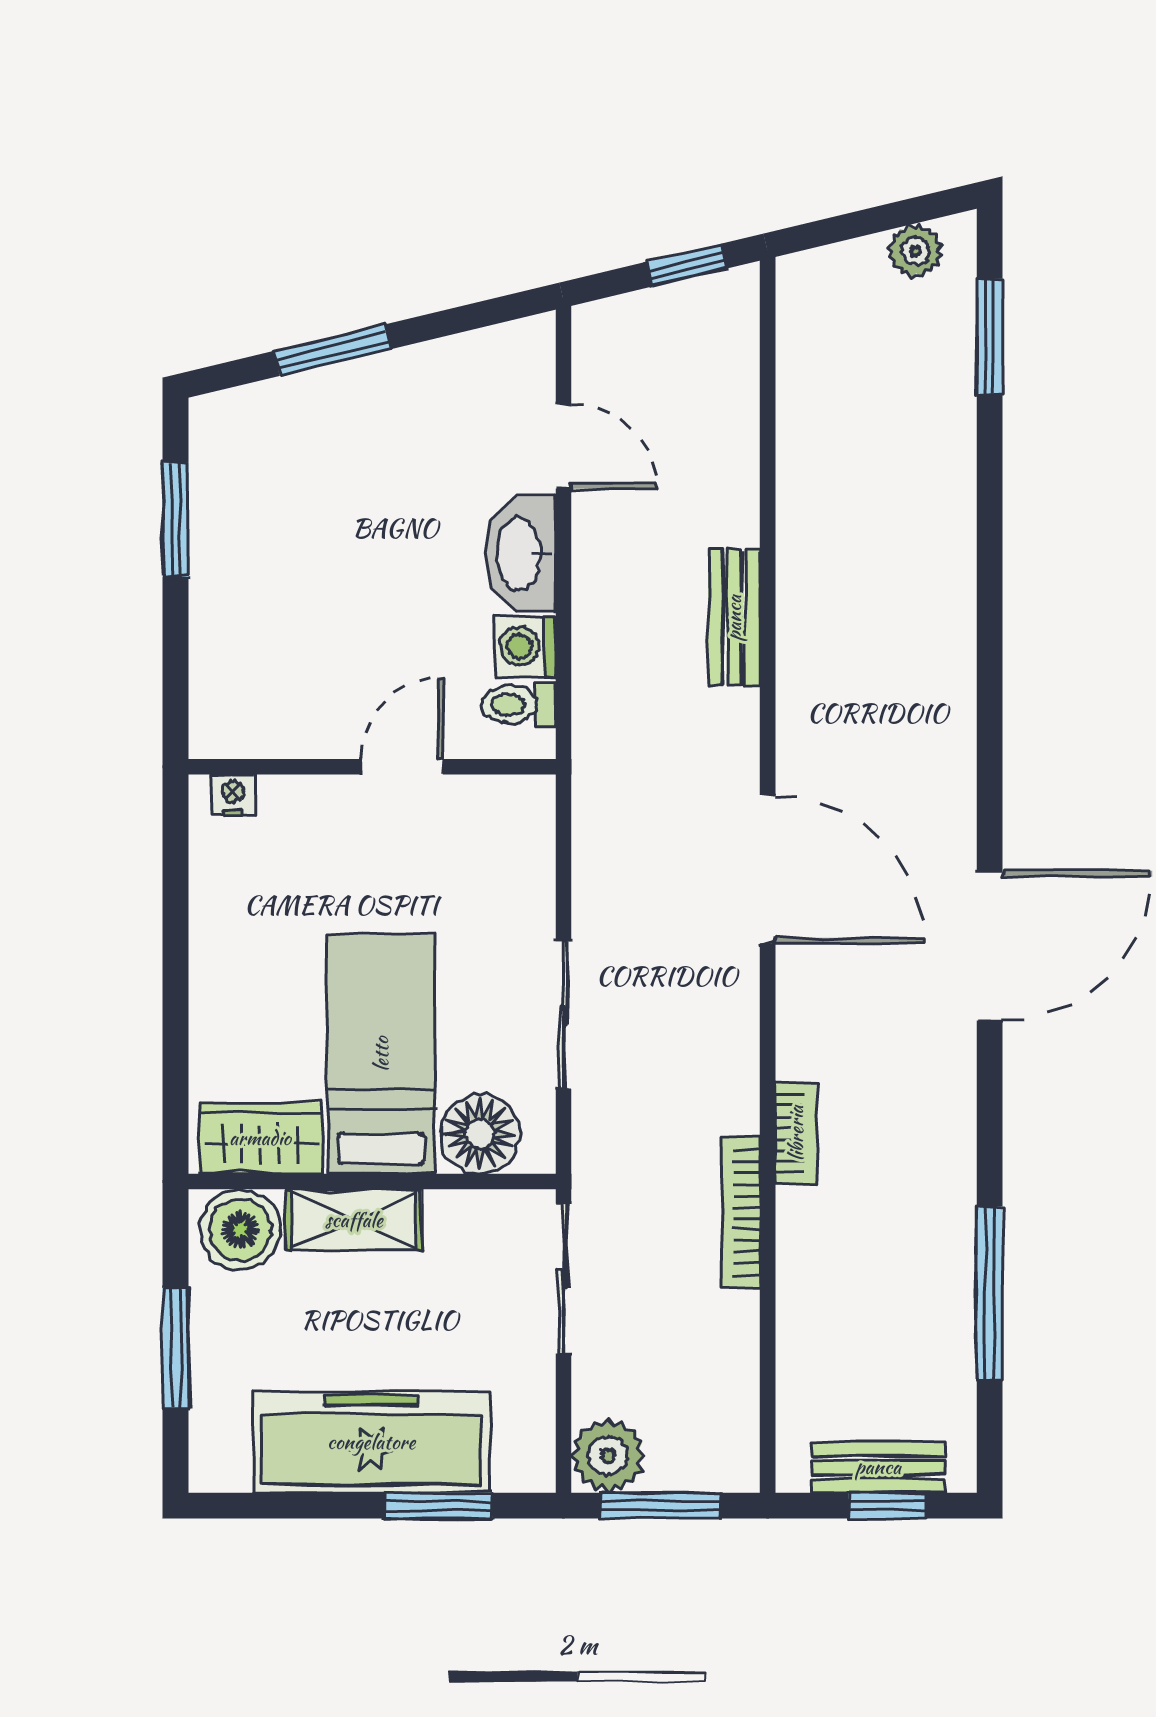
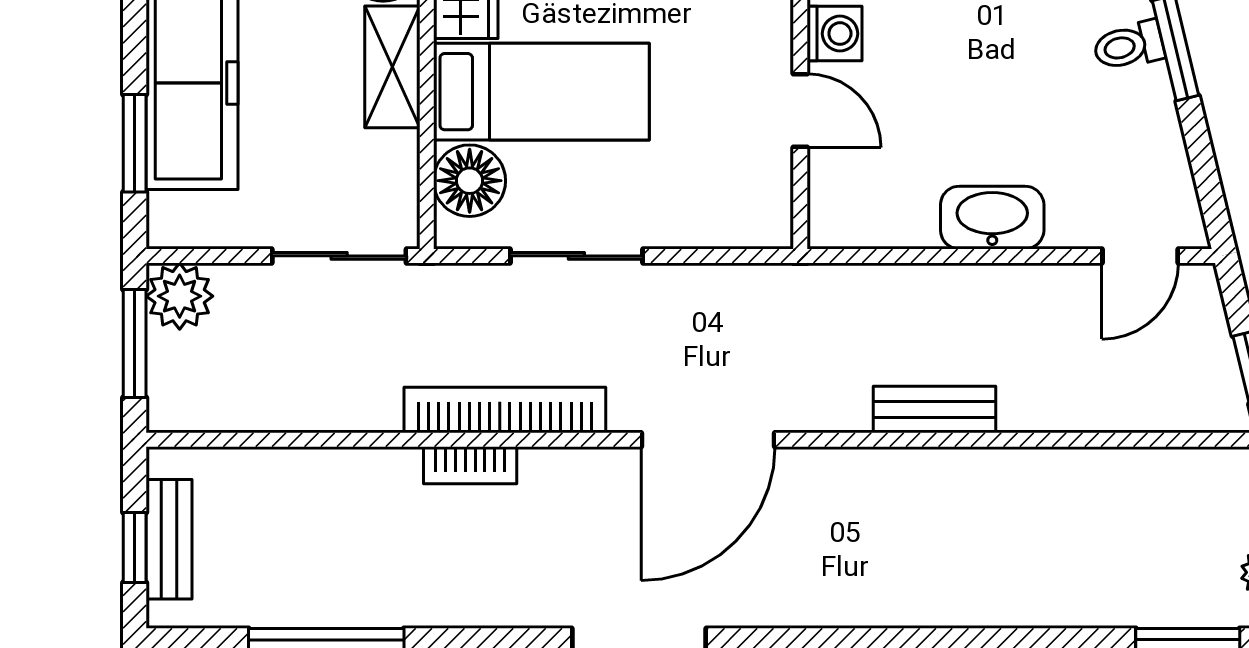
door: (563, 446) -> (1140, 256), moved
washing machine: (525, 646) -> (834, 34), moved, turned 90
toilet: (519, 705) -> (1129, 46), moved, turned -103
bookcase: (741, 1213) -> (505, 410), moved, width x1.48, depth x1.31

